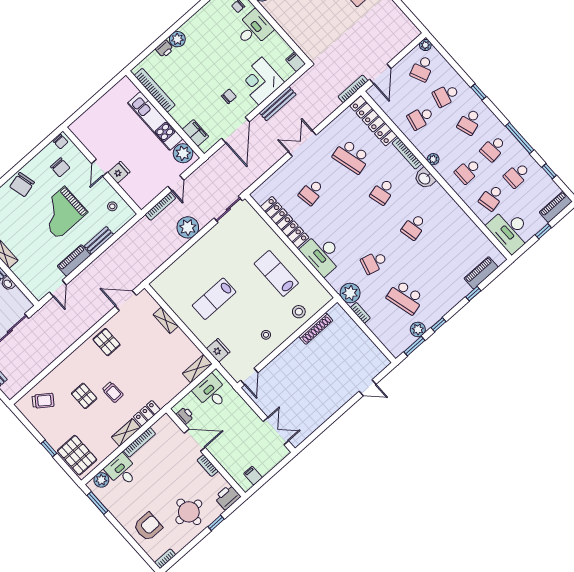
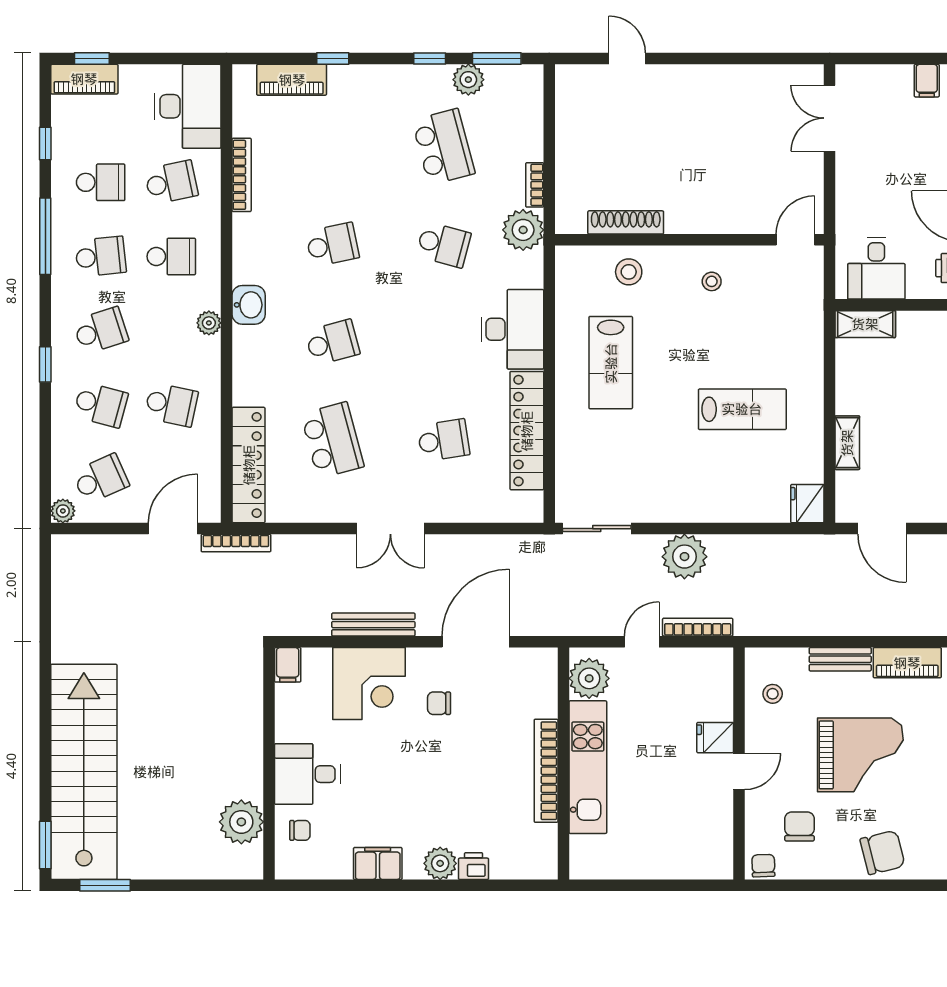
bookcase: (155, 90) -> (546, 771), moved
filing cabinet: (195, 133) -> (378, 864), moved, turned 90
bookcase: (407, 153) -> (242, 175), moved
window: (543, 231) -> (92, 59), moved
fridge: (218, 350) -> (807, 504), moved

